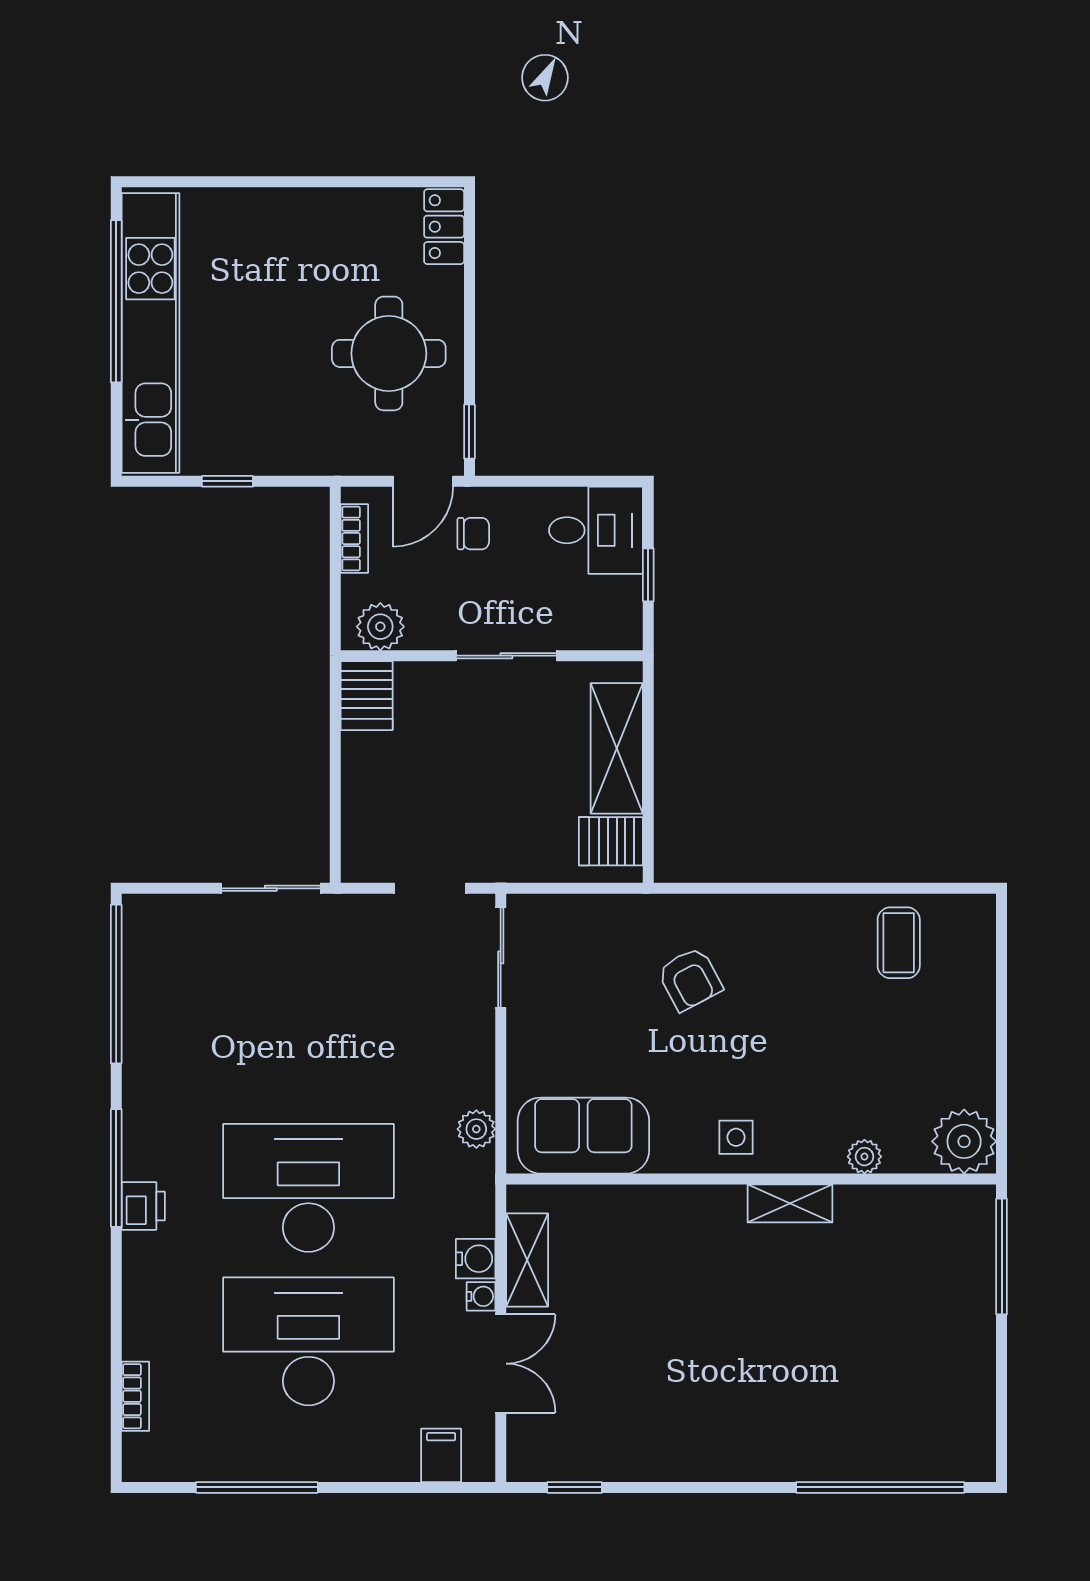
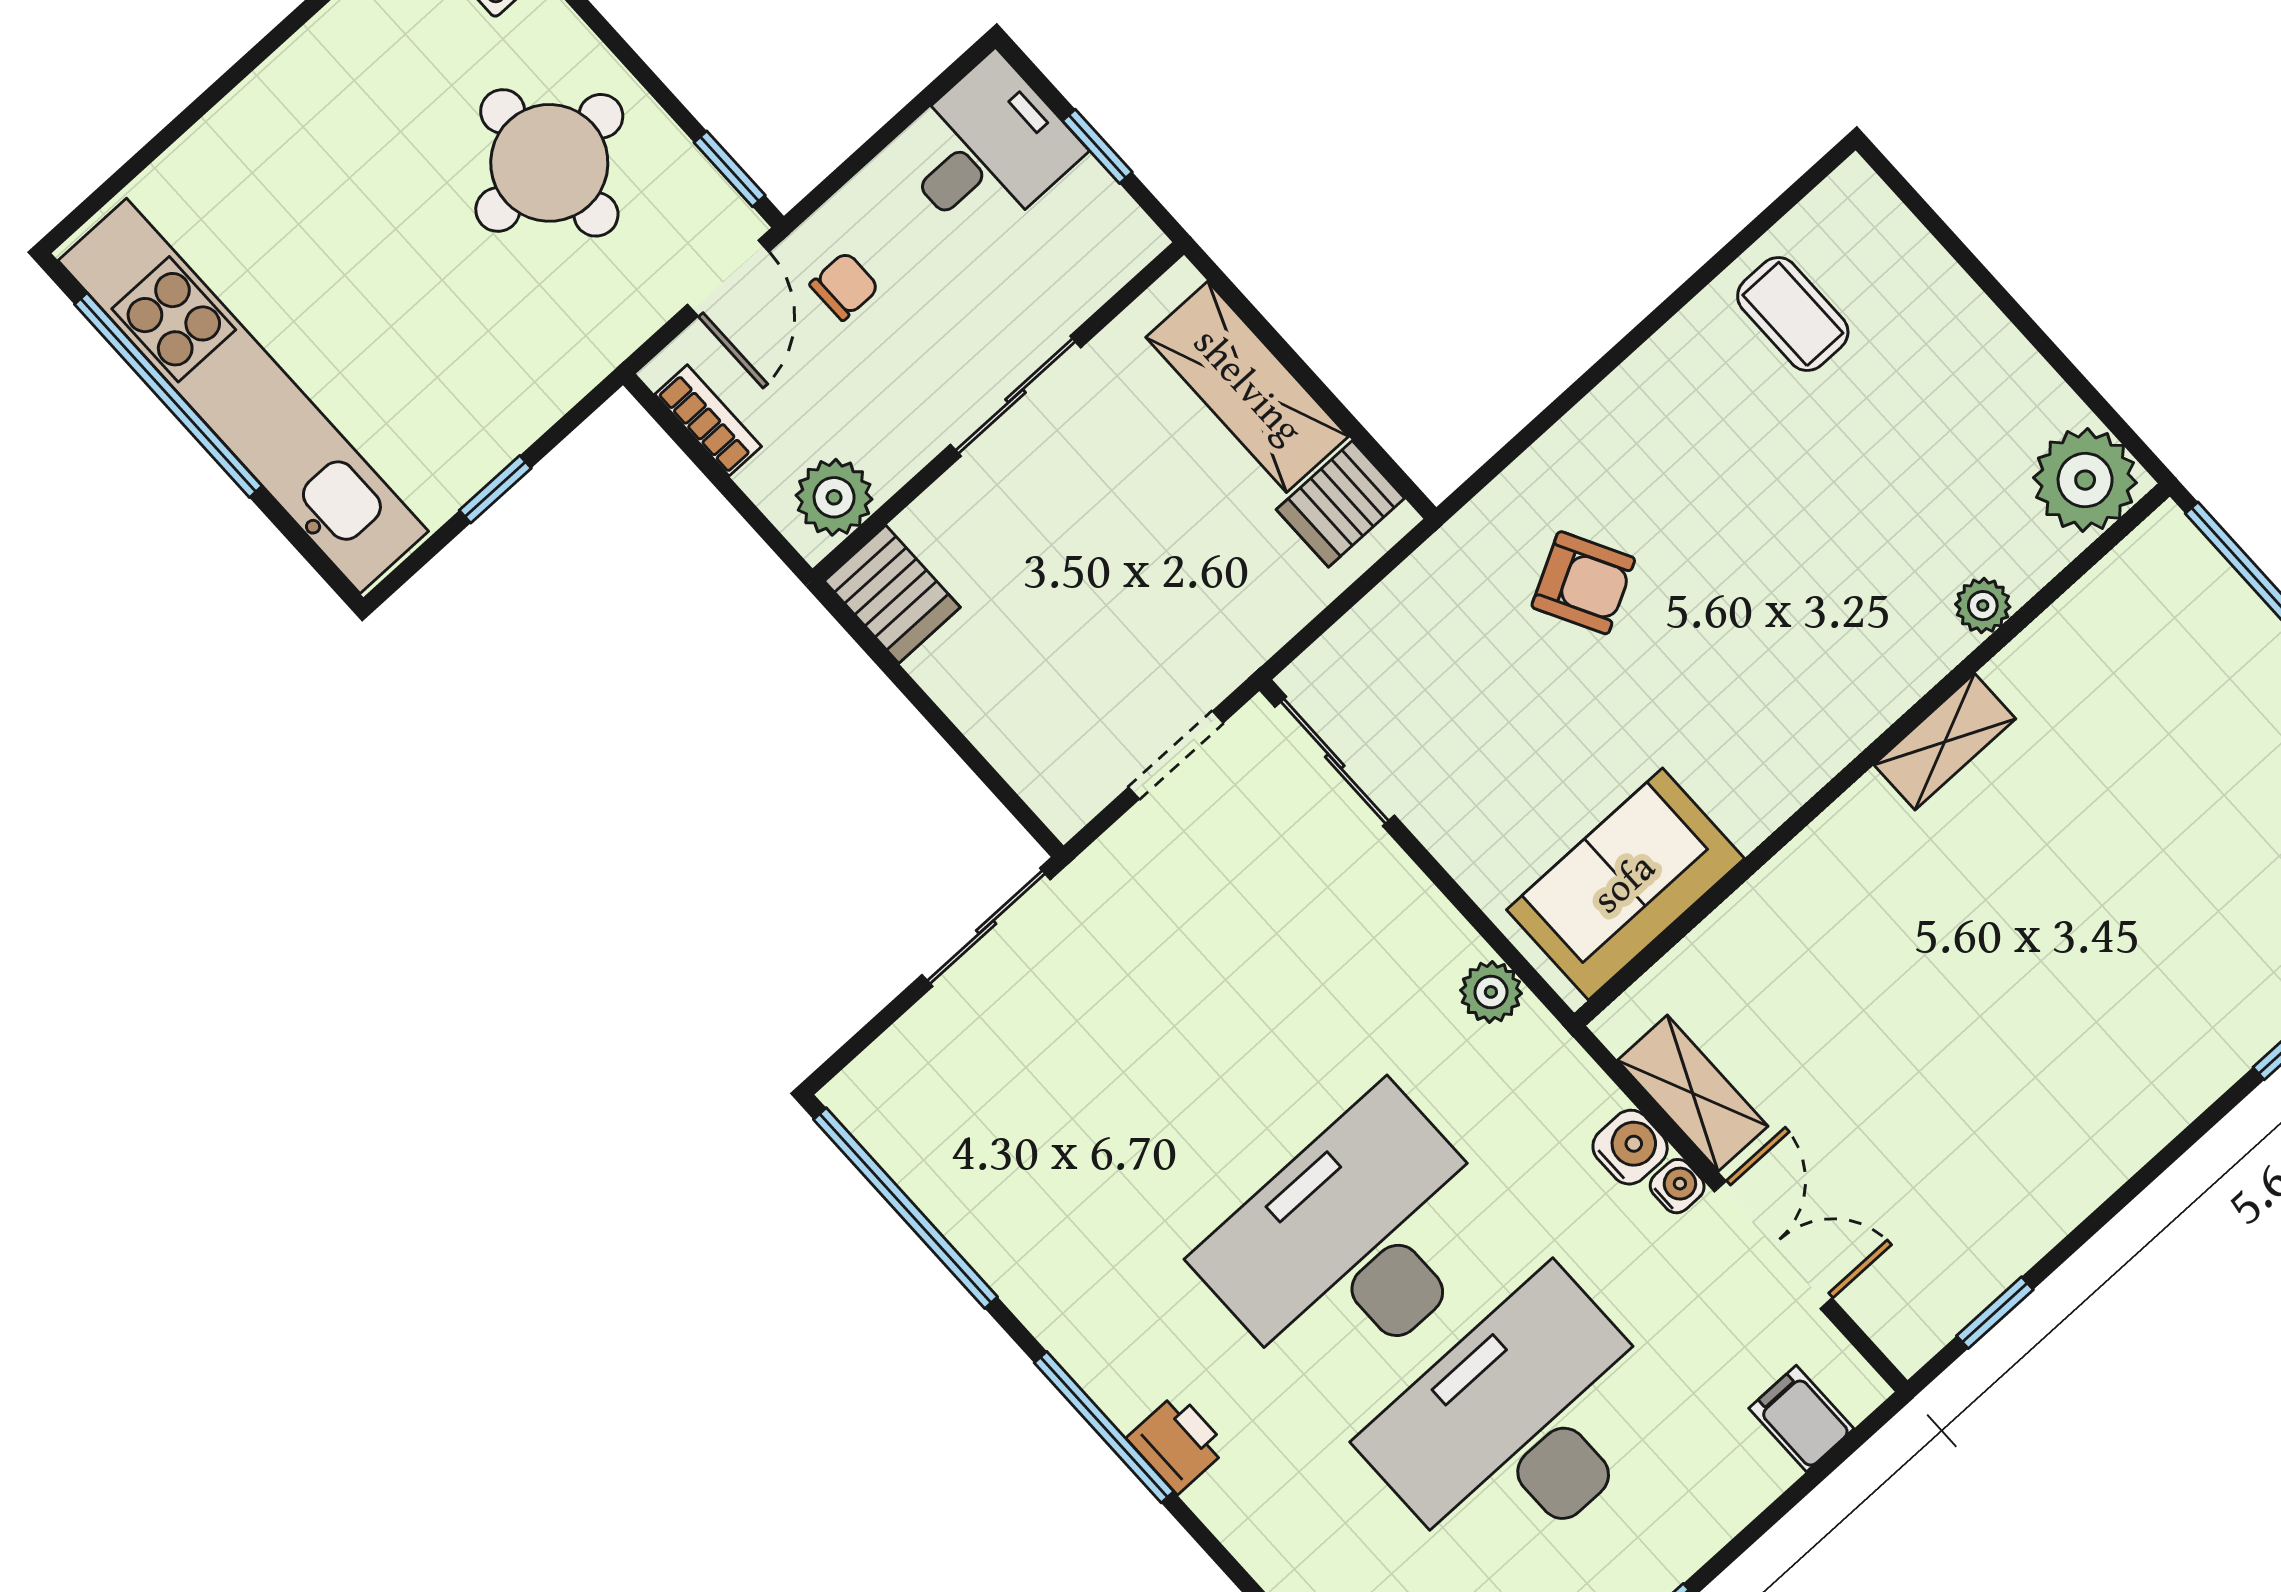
side table: (736, 1137) -> (1809, 721), removed

